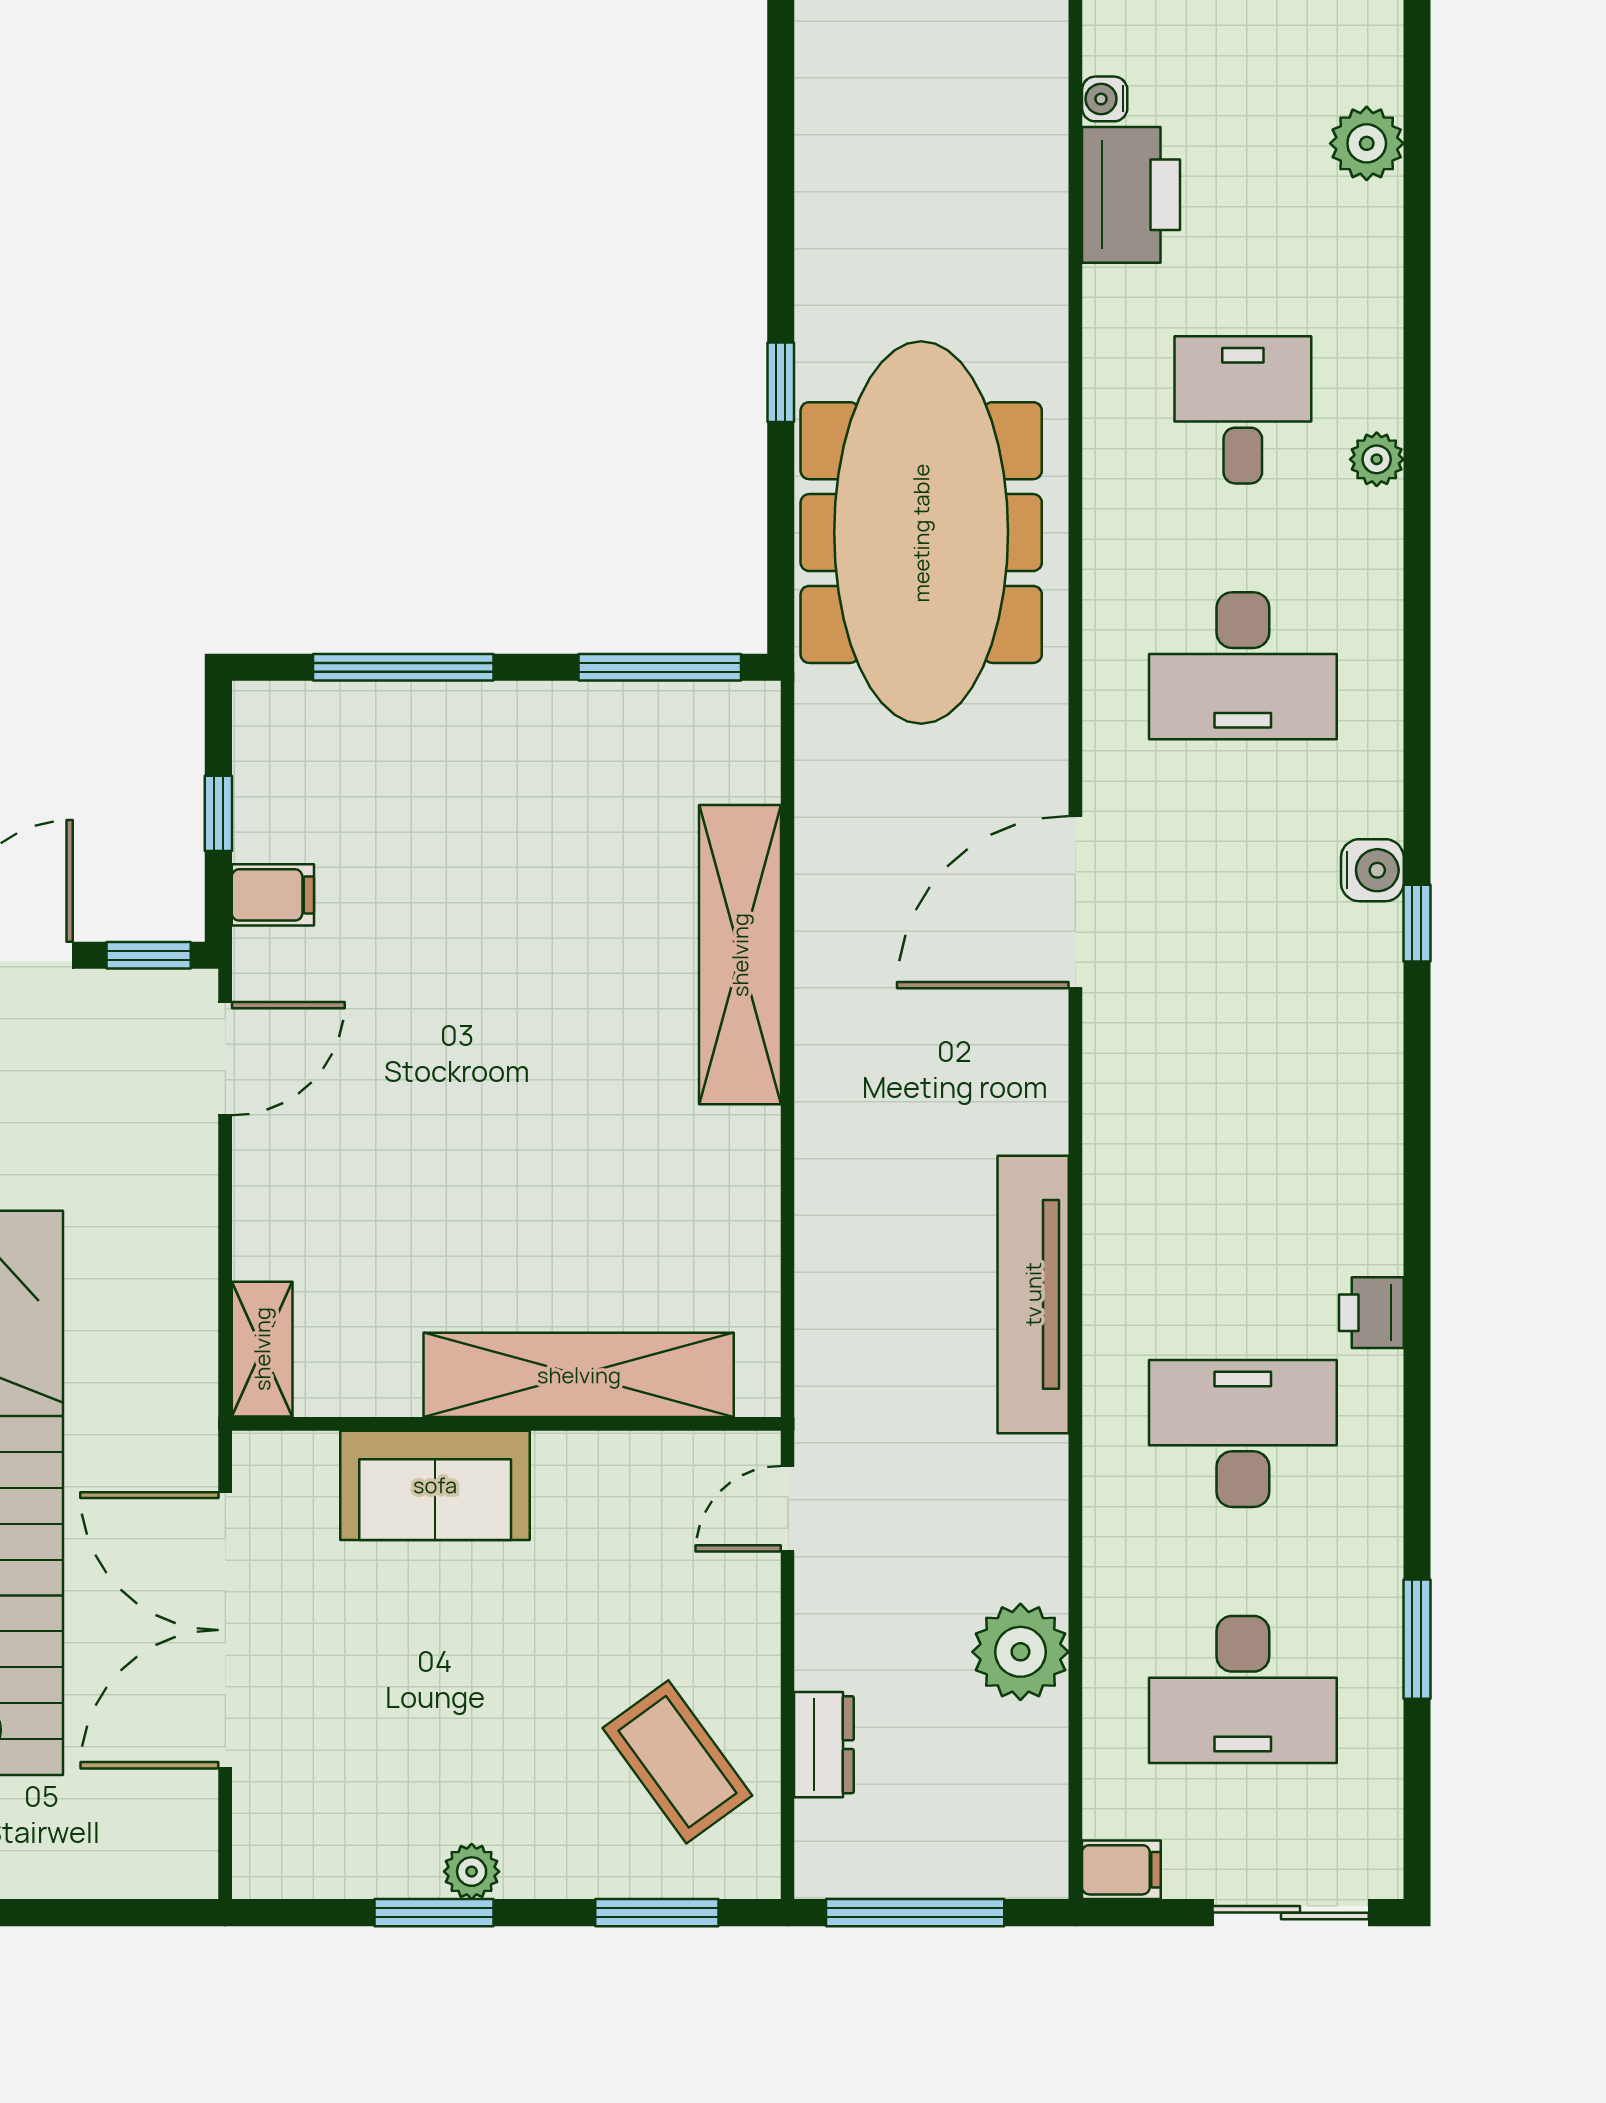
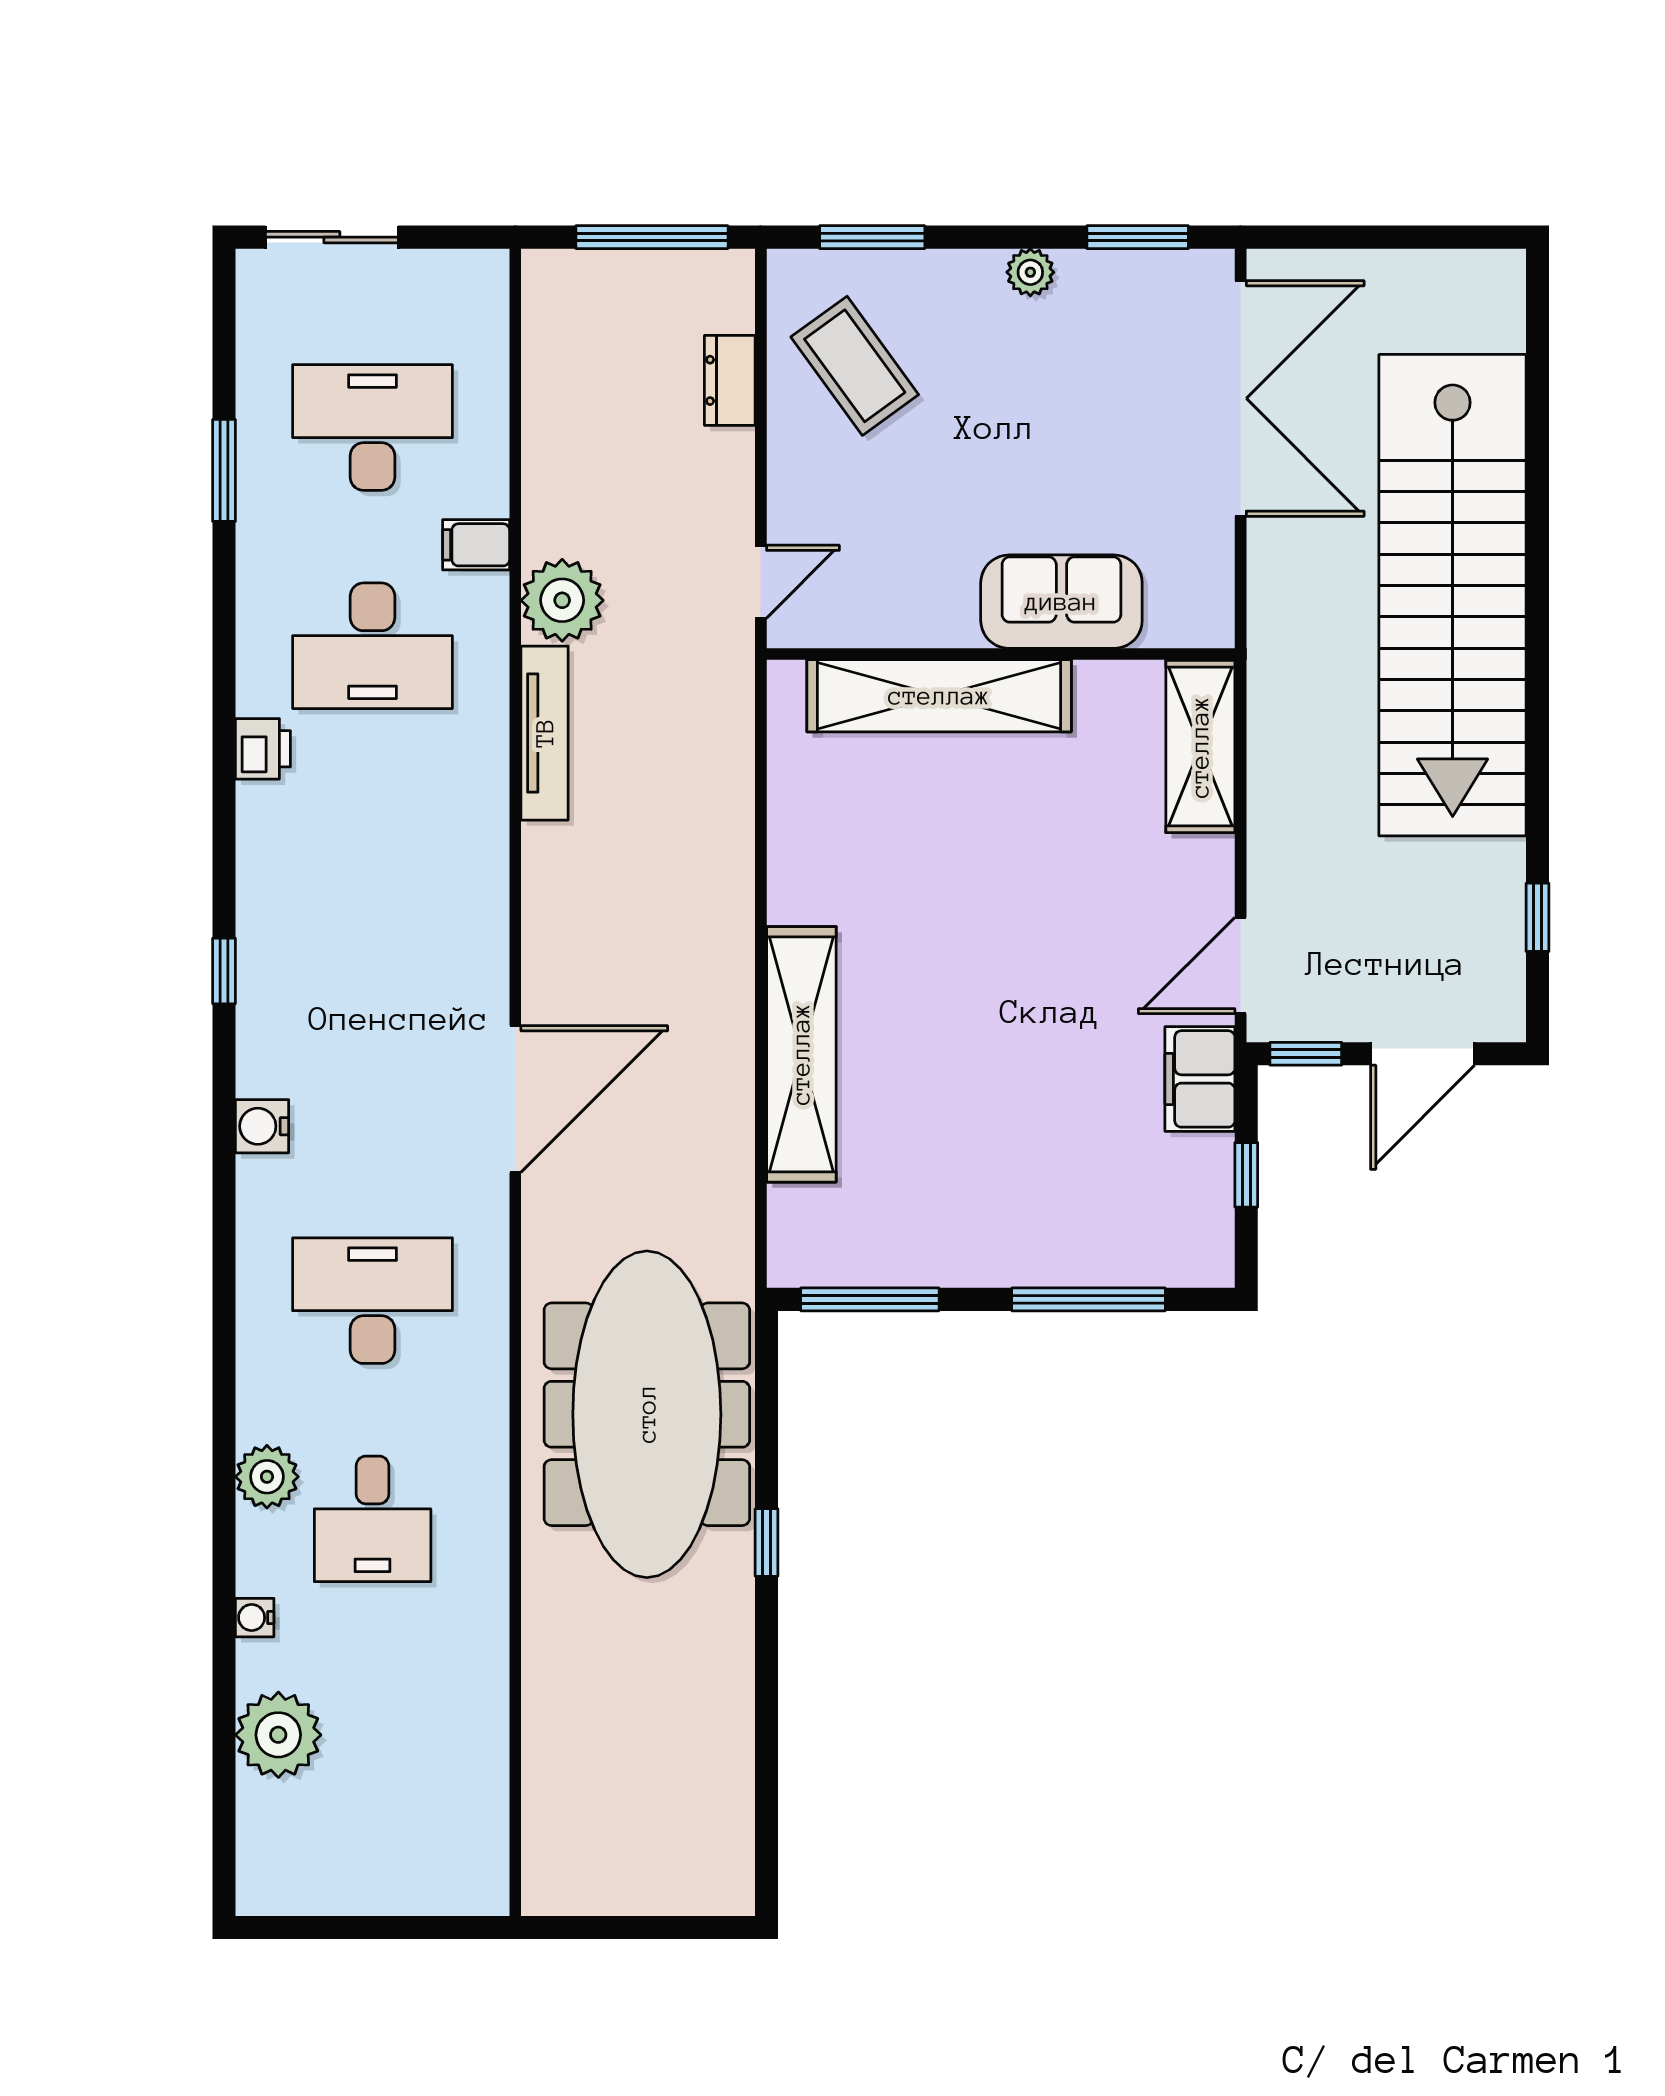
water cooler: (1105, 99) -> (255, 1618), moved, turned 180
plant: (1367, 143) -> (278, 1735), width x1.36, depth x1.36
printer: (1131, 195) -> (468, 1702), removed
plant: (1377, 459) -> (267, 1477), width x1.38, depth x1.38
filing cabinet: (273, 895) -> (1200, 1079), width x2.00
window: (1417, 923) -> (224, 971), moved
tv unit: (1033, 1294) -> (545, 733), width x0.73, depth x0.78
shelving: (262, 1349) -> (1200, 747), width x1.50, depth x1.33
double door: (225, 1630) -> (1241, 398), moved
plant: (1020, 1652) -> (562, 600), moved
filing cabinet: (1121, 1870) -> (476, 545), moved
window: (434, 1913) -> (1138, 237), moved

